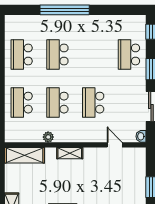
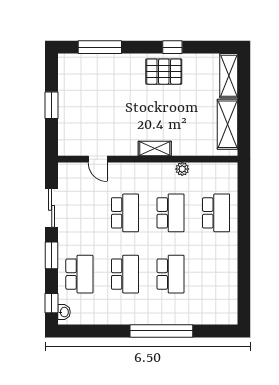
school desk: (22, 55) -> (125, 274), moved
washbasin: (141, 136) -> (64, 312), moved
shelving: (25, 155) -> (227, 124), moved, turned 90

